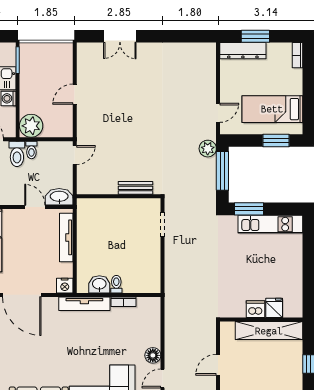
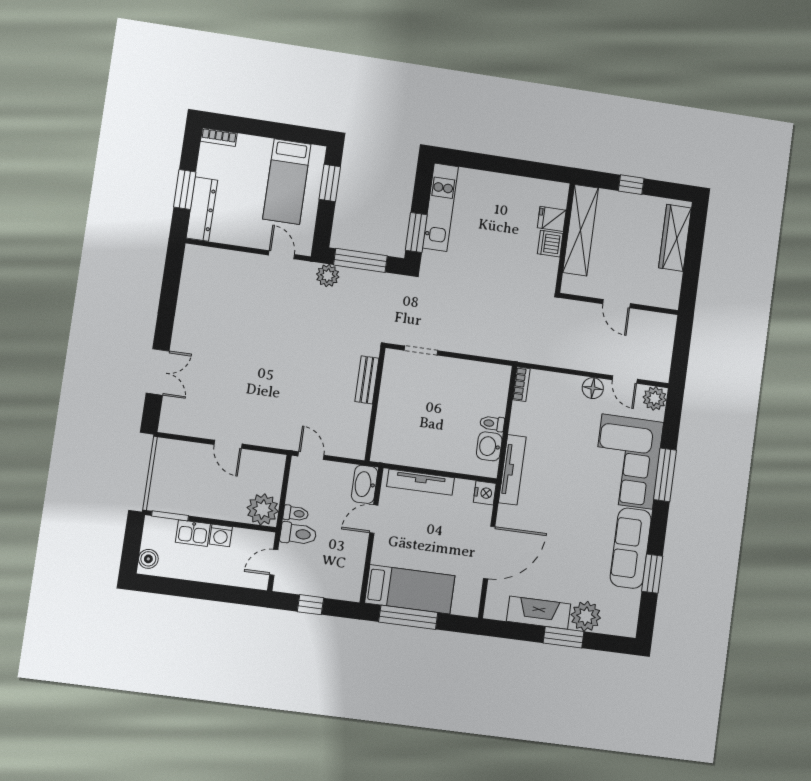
bookcase: (124, 302) -> (521, 384), moved

